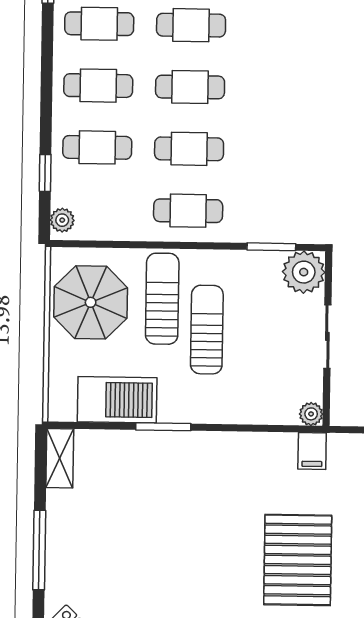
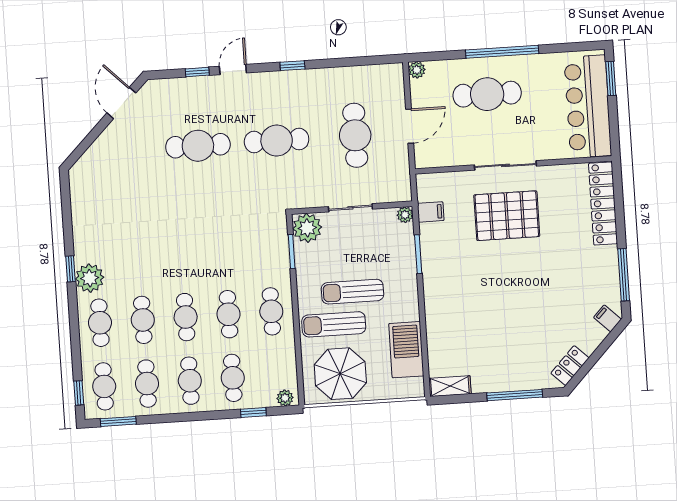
window: (163, 427) -> (418, 254), moved

